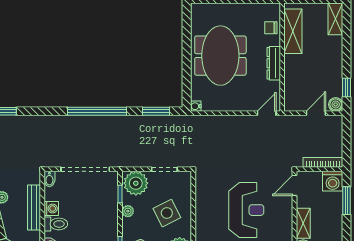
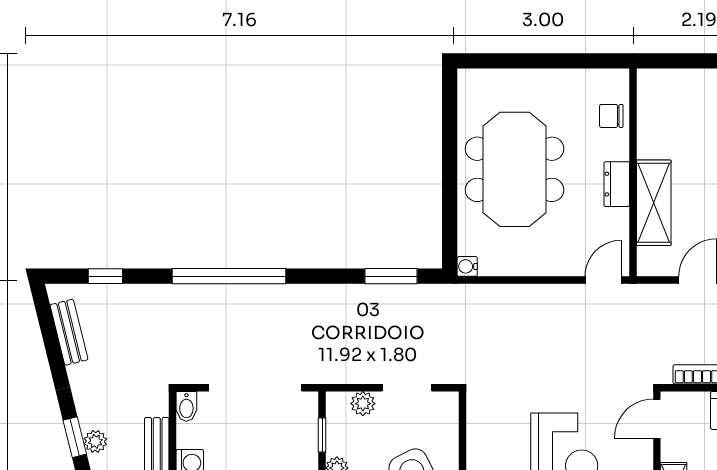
shelving: (293, 31) -> (654, 203), moved
dresser: (274, 63) -> (617, 184), width x0.70
window: (97, 111) -> (229, 276), moved
plant: (136, 183) -> (363, 404), width x0.53, depth x0.53

